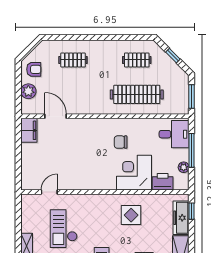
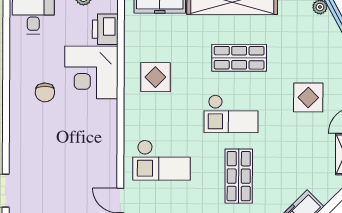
checkout: (64, 229) -> (162, 160), moved

